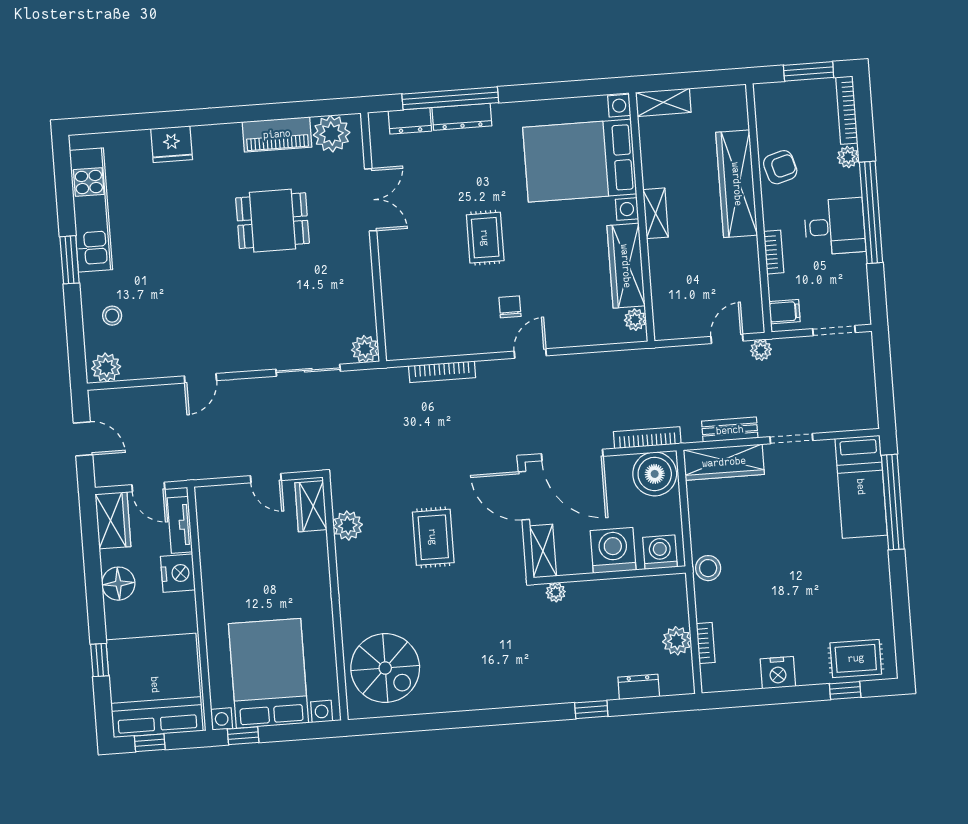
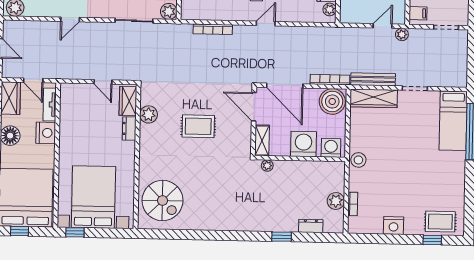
bench: (730, 430) -> (373, 79), width x1.36
rug: (433, 537) -> (198, 126), turned 90
dresser: (318, 552) -> (129, 129), added

